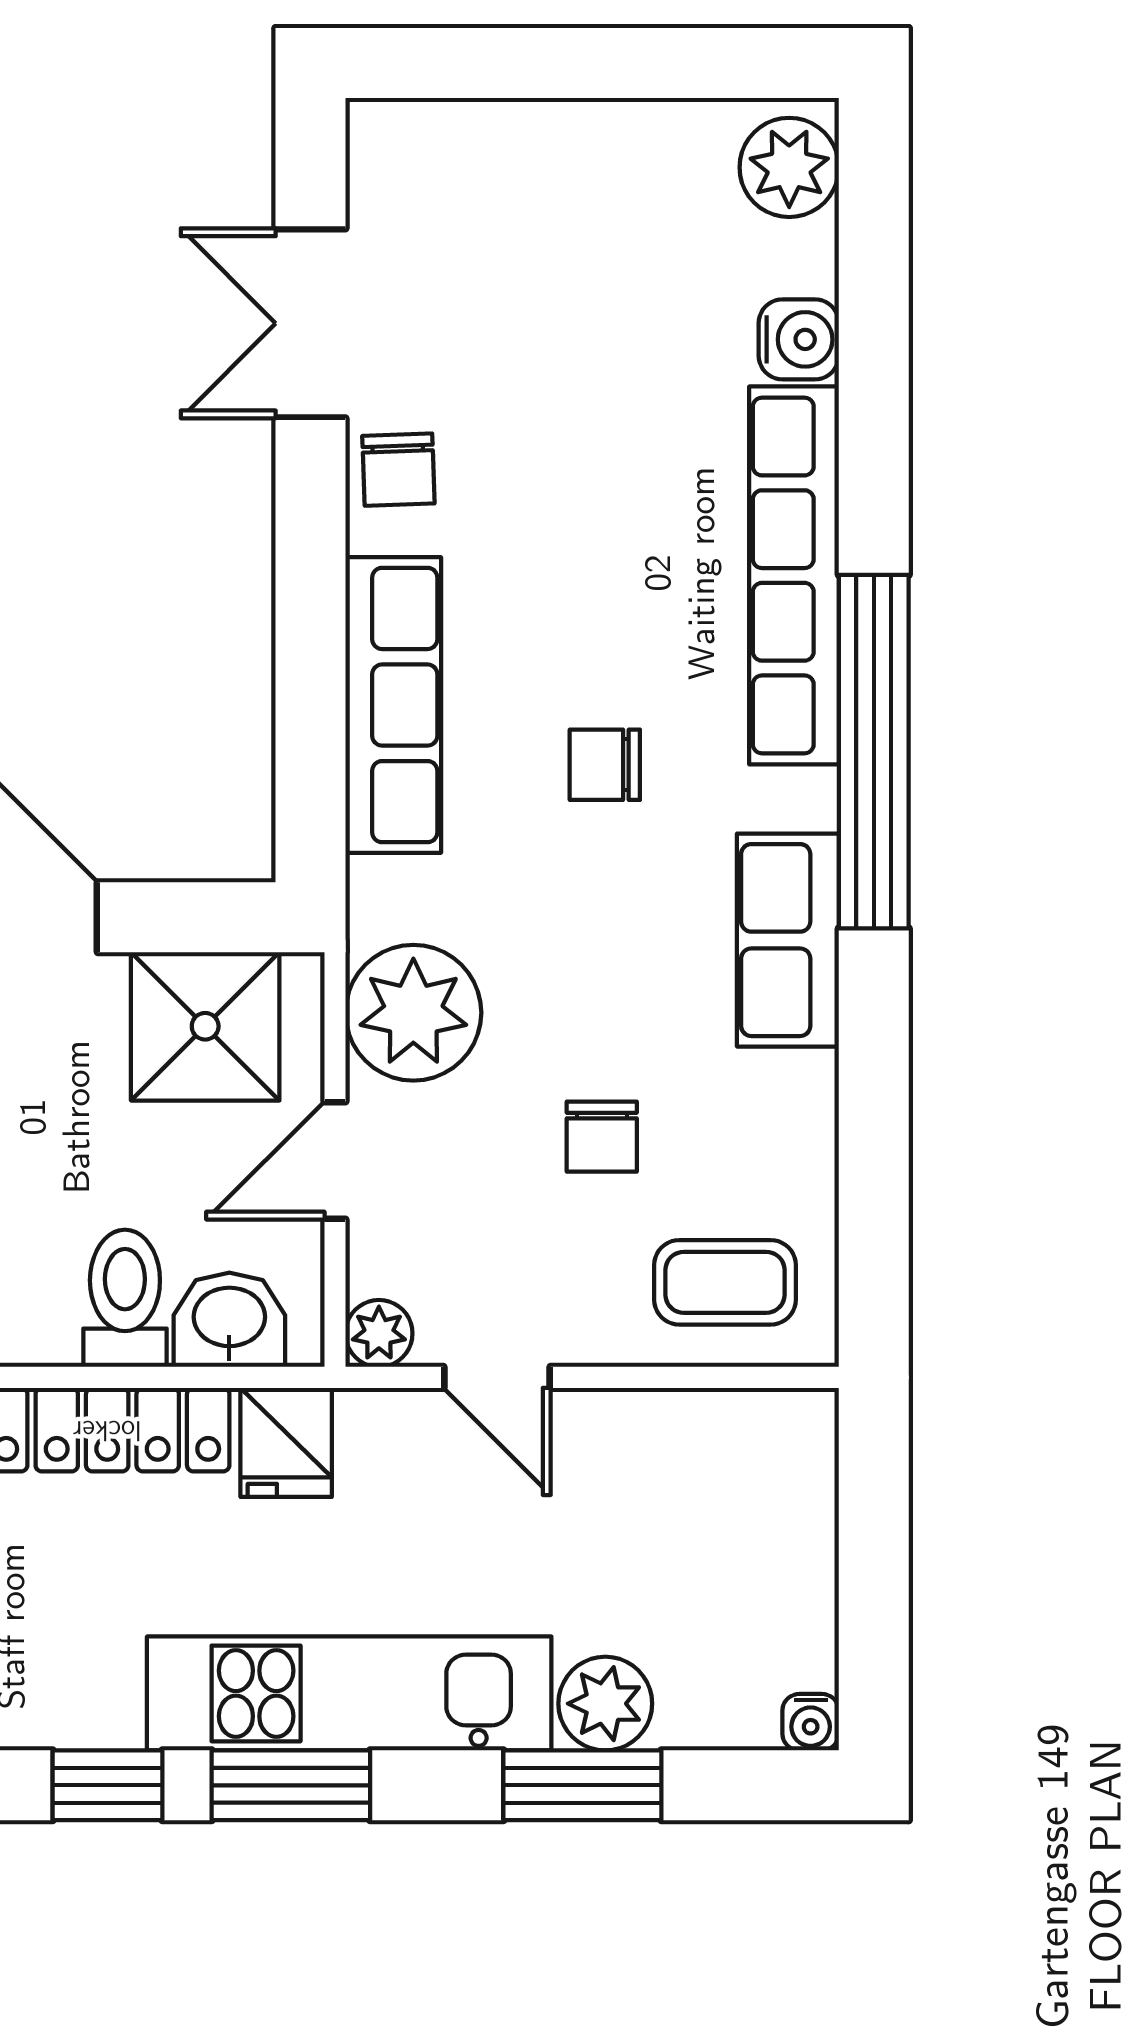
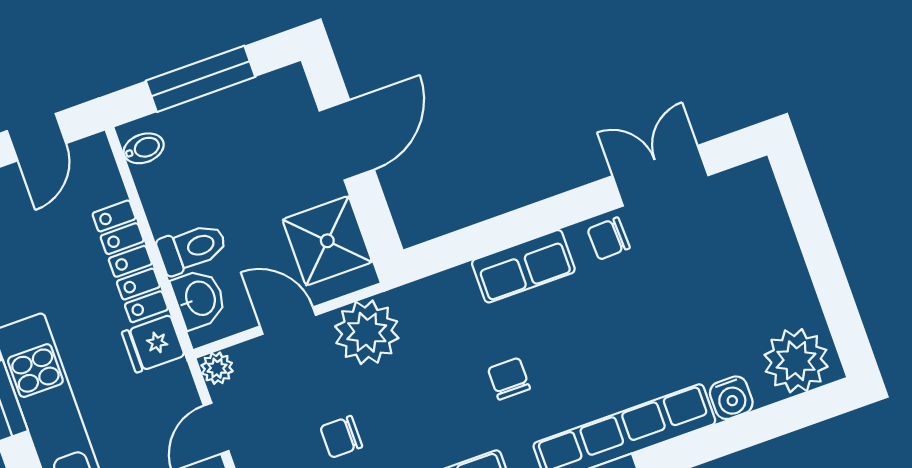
plant: (789, 167) -> (796, 361), width x1.36, depth x1.36
row of seats: (393, 705) -> (523, 266), width x0.68

